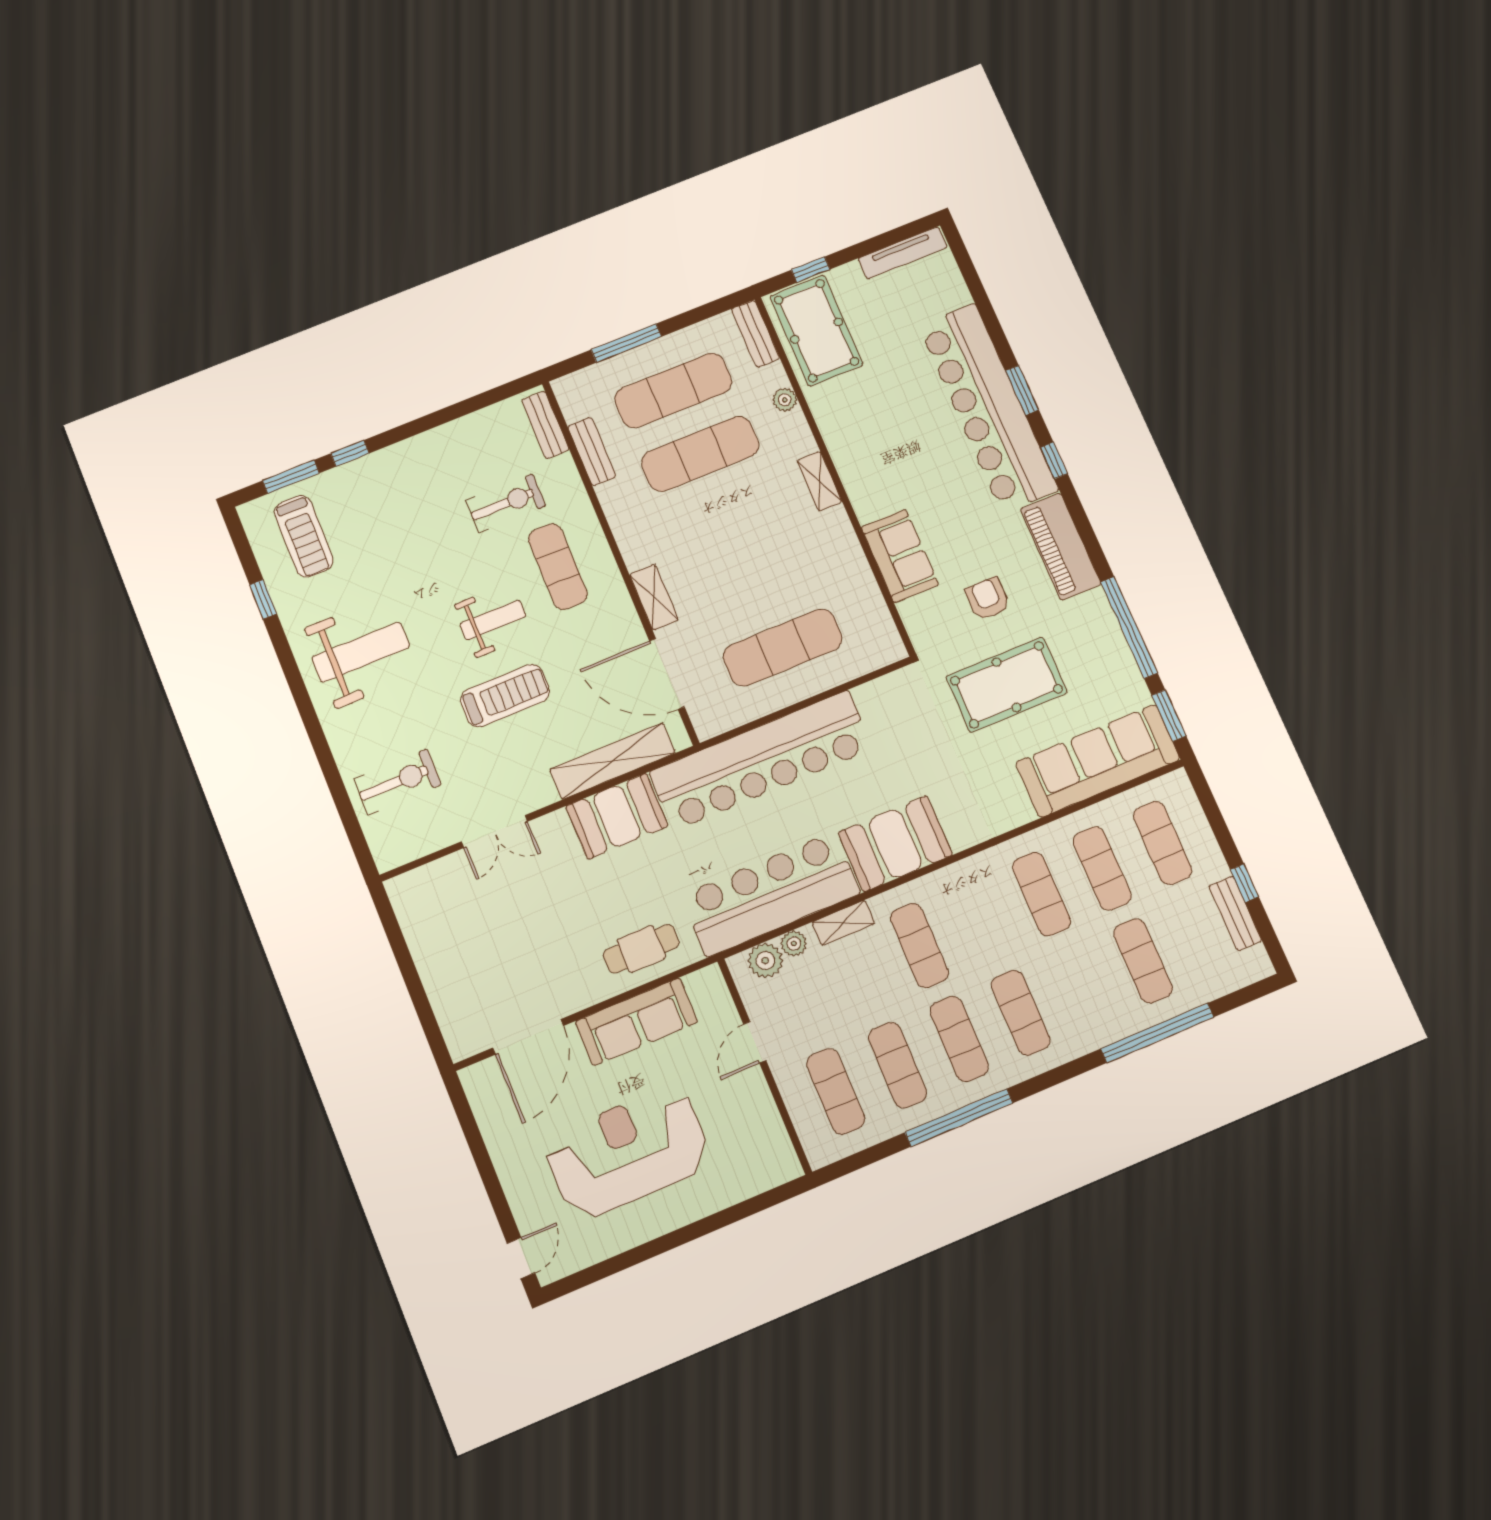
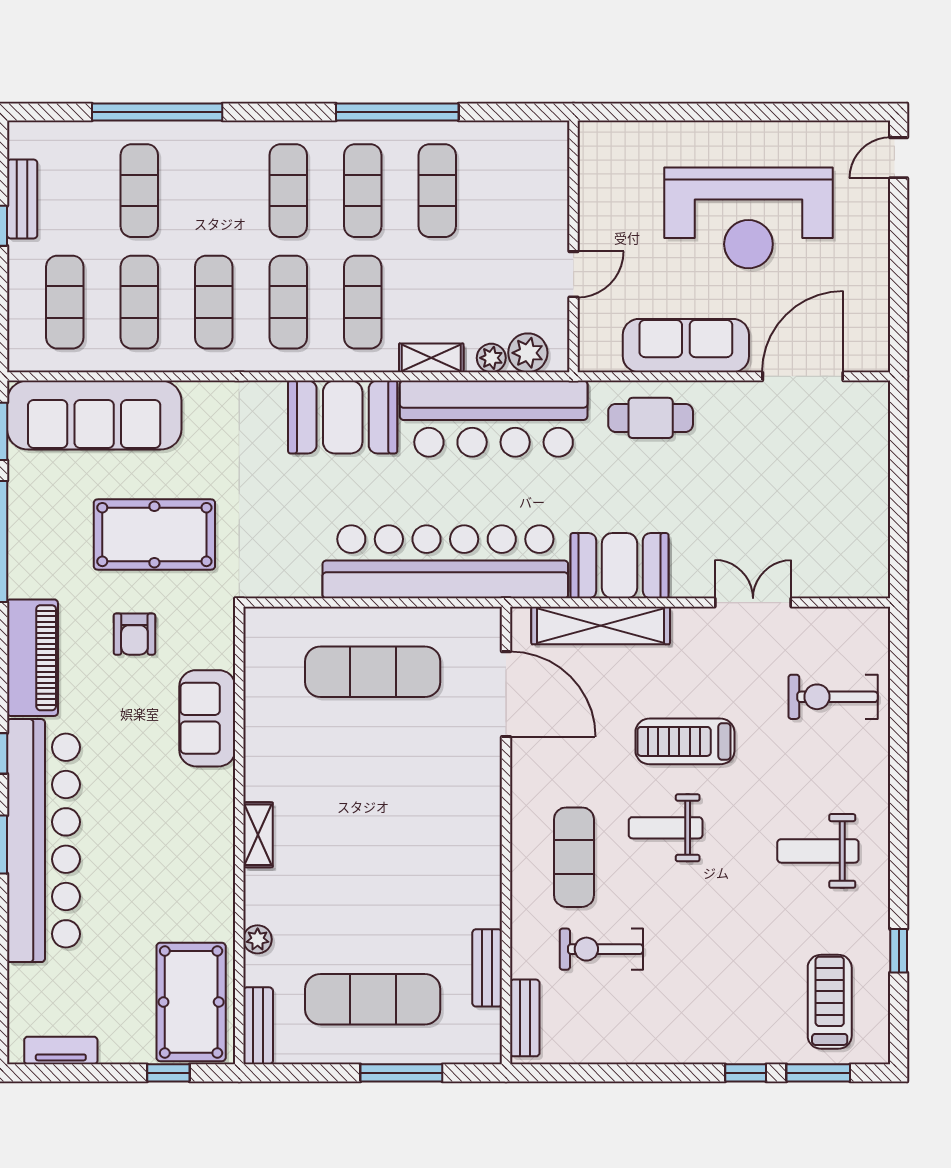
tv unit: (903, 253) -> (61, 1050), width x0.71
exercise mat: (700, 454) -> (373, 917), removed
shelving: (654, 597) -> (486, 782), removed
weight bench: (361, 652) -> (818, 851), width x0.73, depth x0.75
exercise mat: (836, 1091) -> (288, 302), moved

